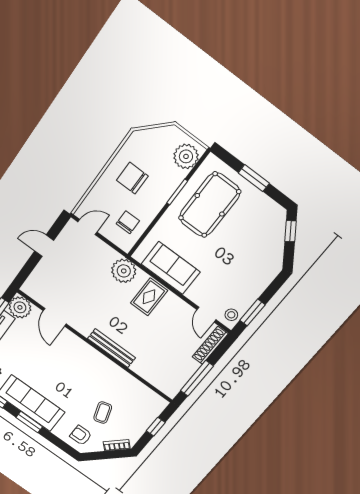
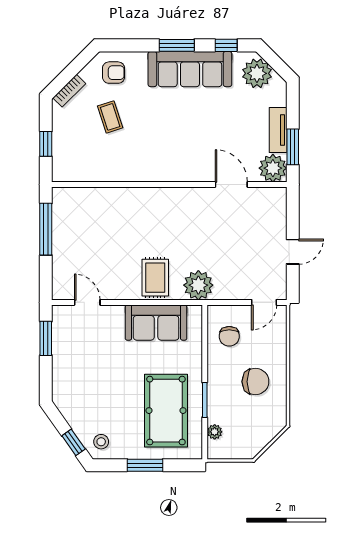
plant: (186, 156) -> (215, 432), width x0.53, depth x0.53
stool: (231, 315) -> (101, 442), moved
shoe rack: (210, 345) -> (60, 274), removed
bench: (112, 348) -> (152, 196), removed

